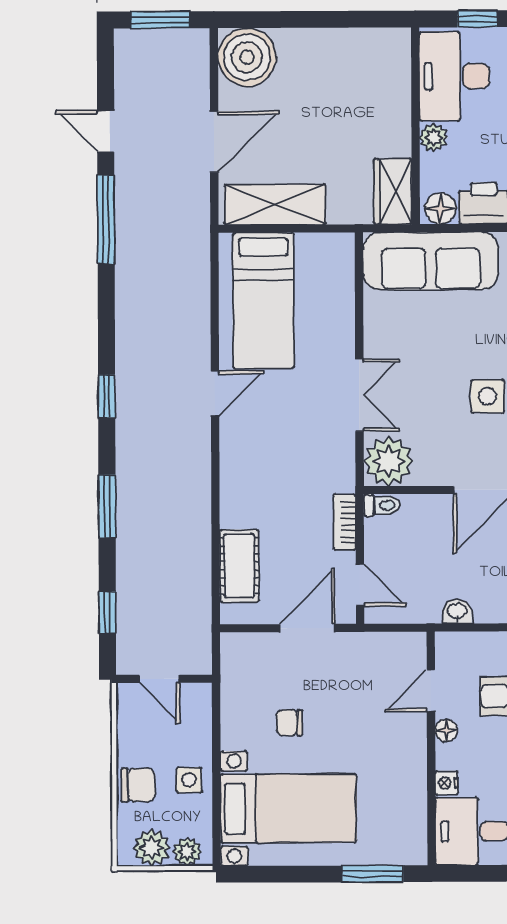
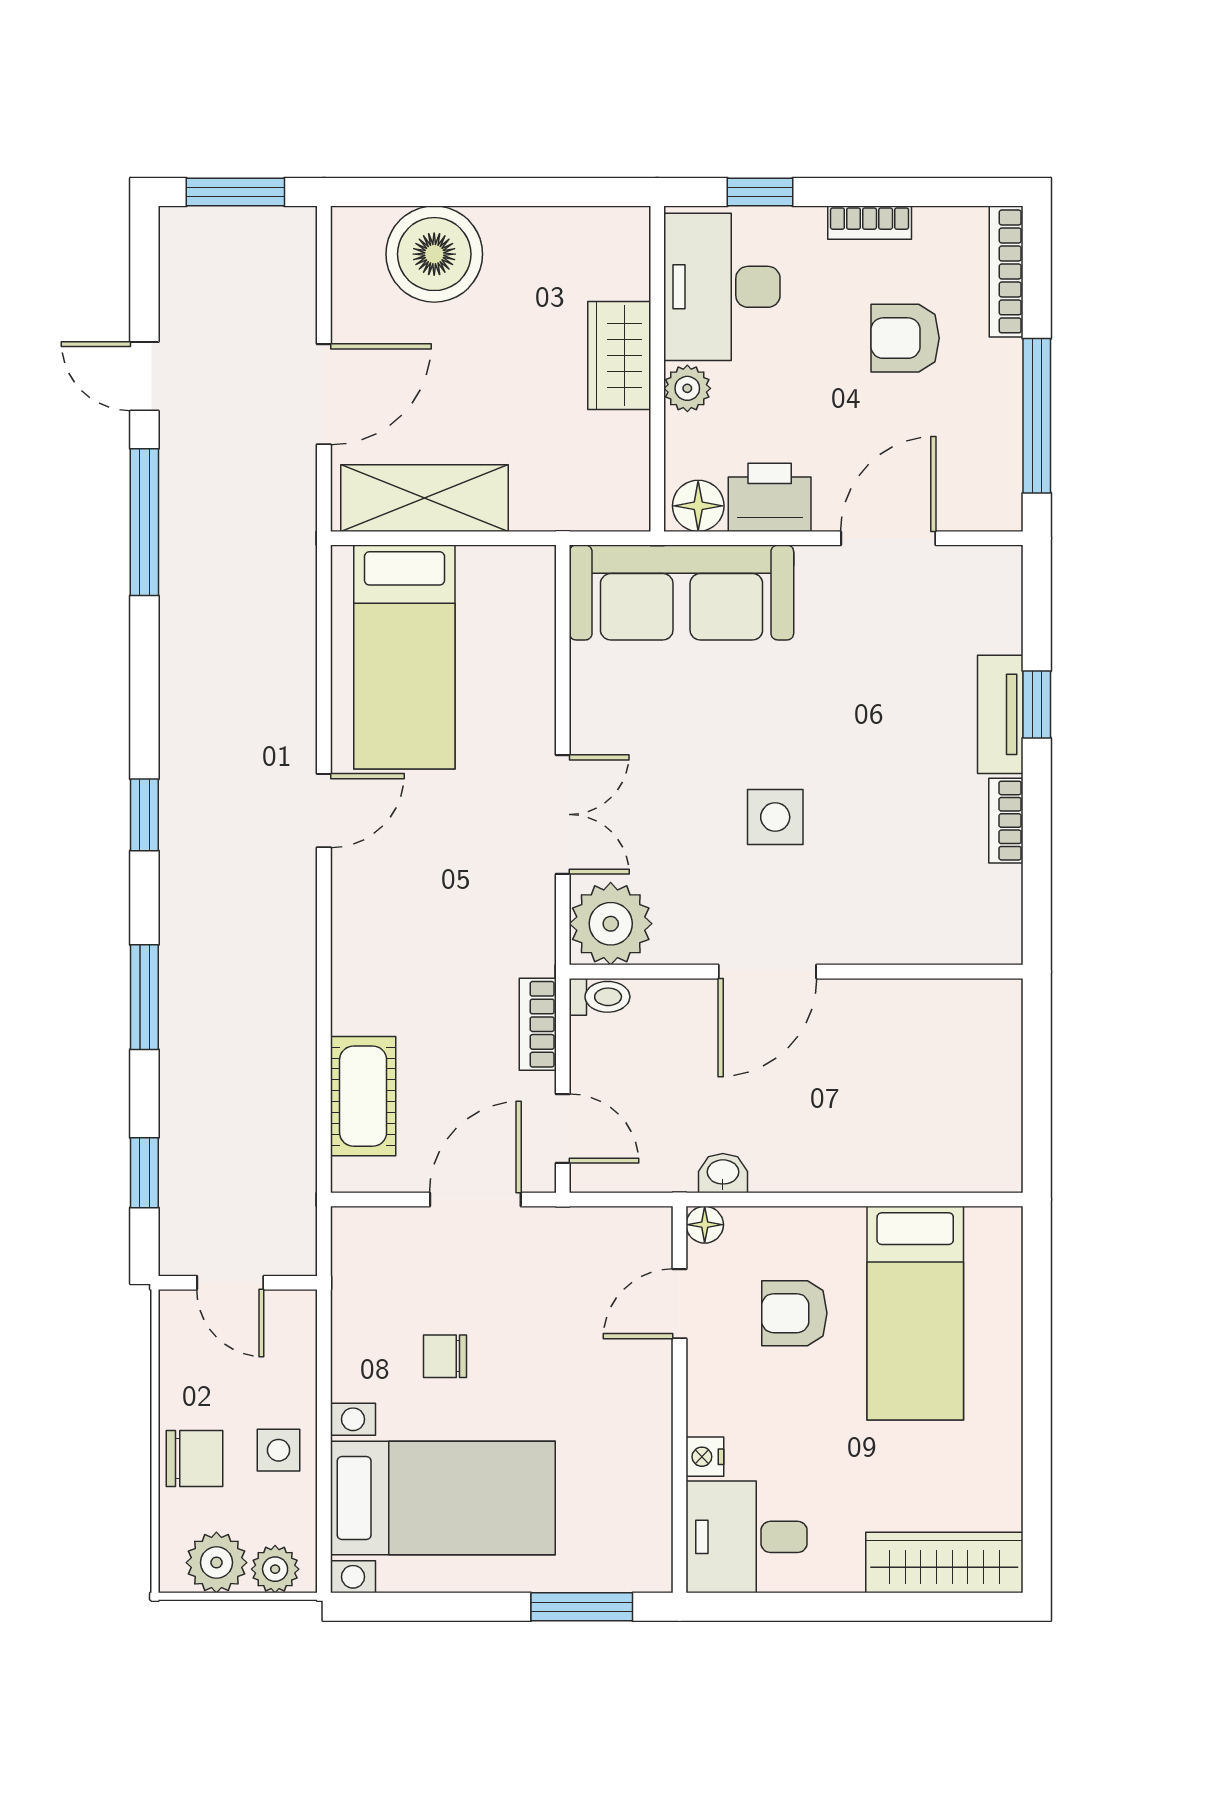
boiler: (247, 57) -> (434, 254), moved
wardrobe: (393, 192) -> (619, 355), moved
floor lamp: (446, 731) -> (705, 1225), moved

